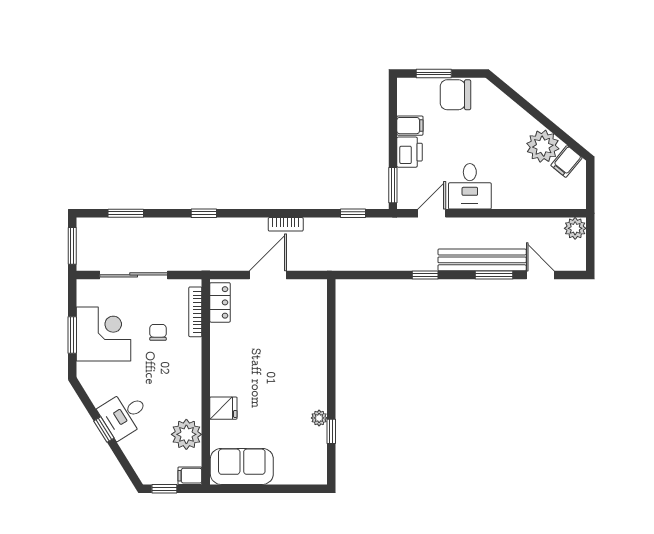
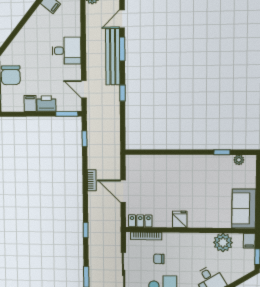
plant: (543, 146) -> (41, 19), removed
desk: (470, 186) -> (67, 51), moved
fridge: (223, 408) -> (180, 219), moved
plant: (319, 418) -> (239, 160), moved

